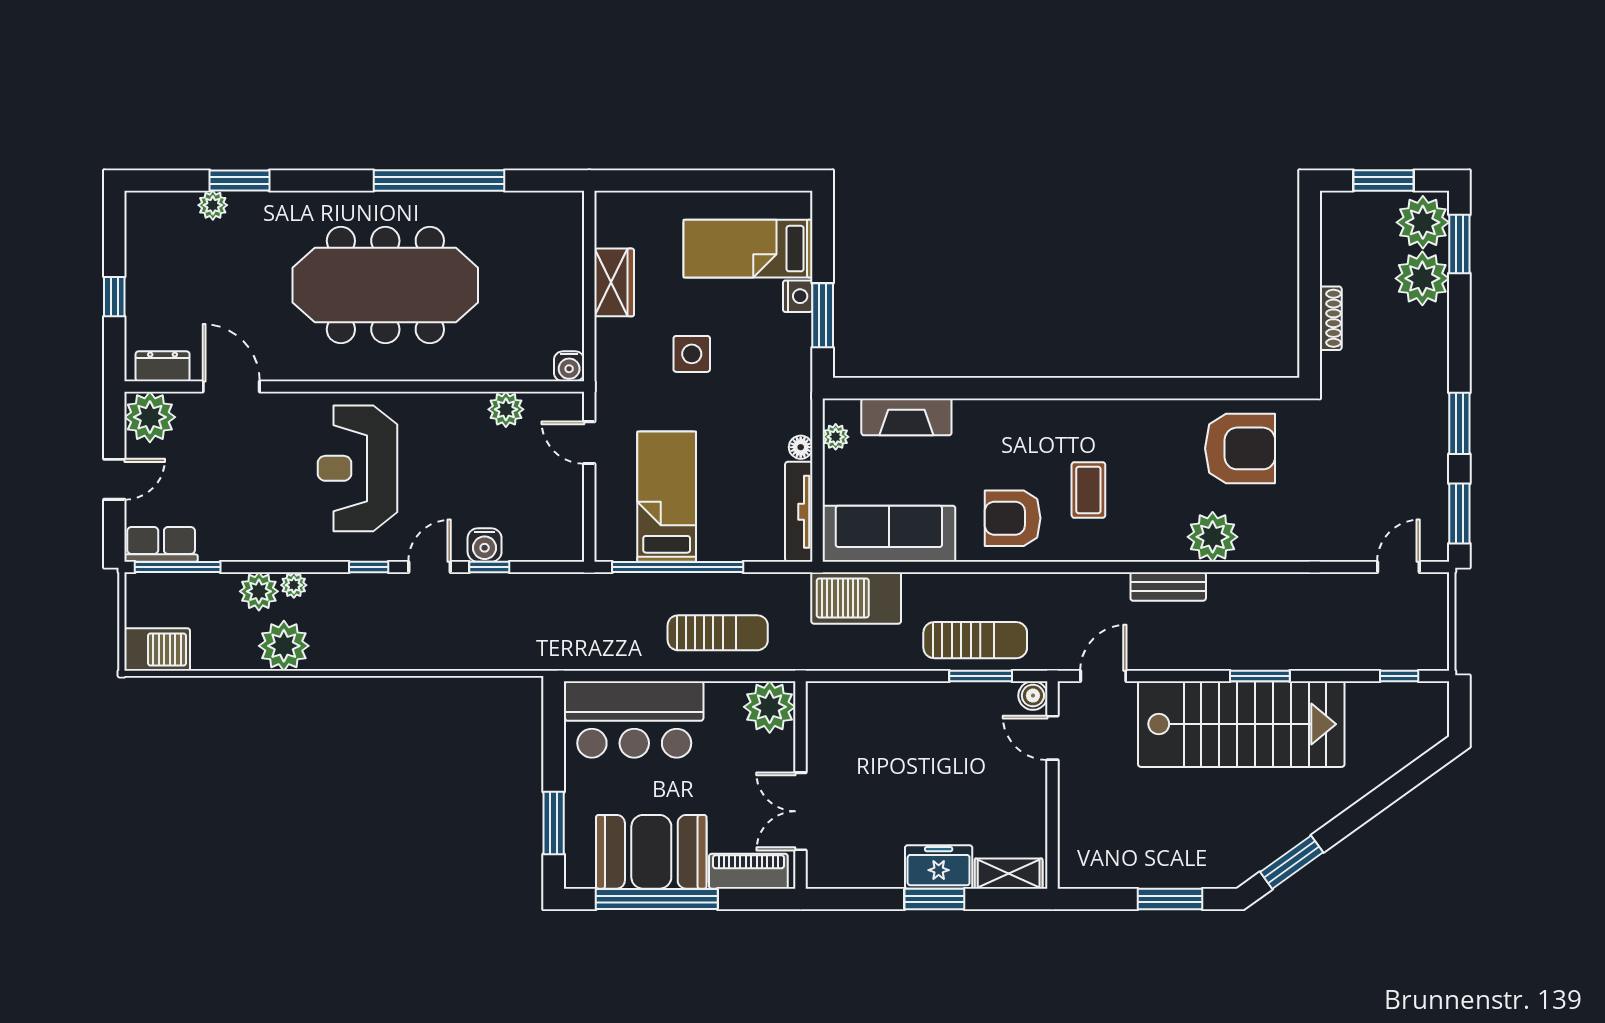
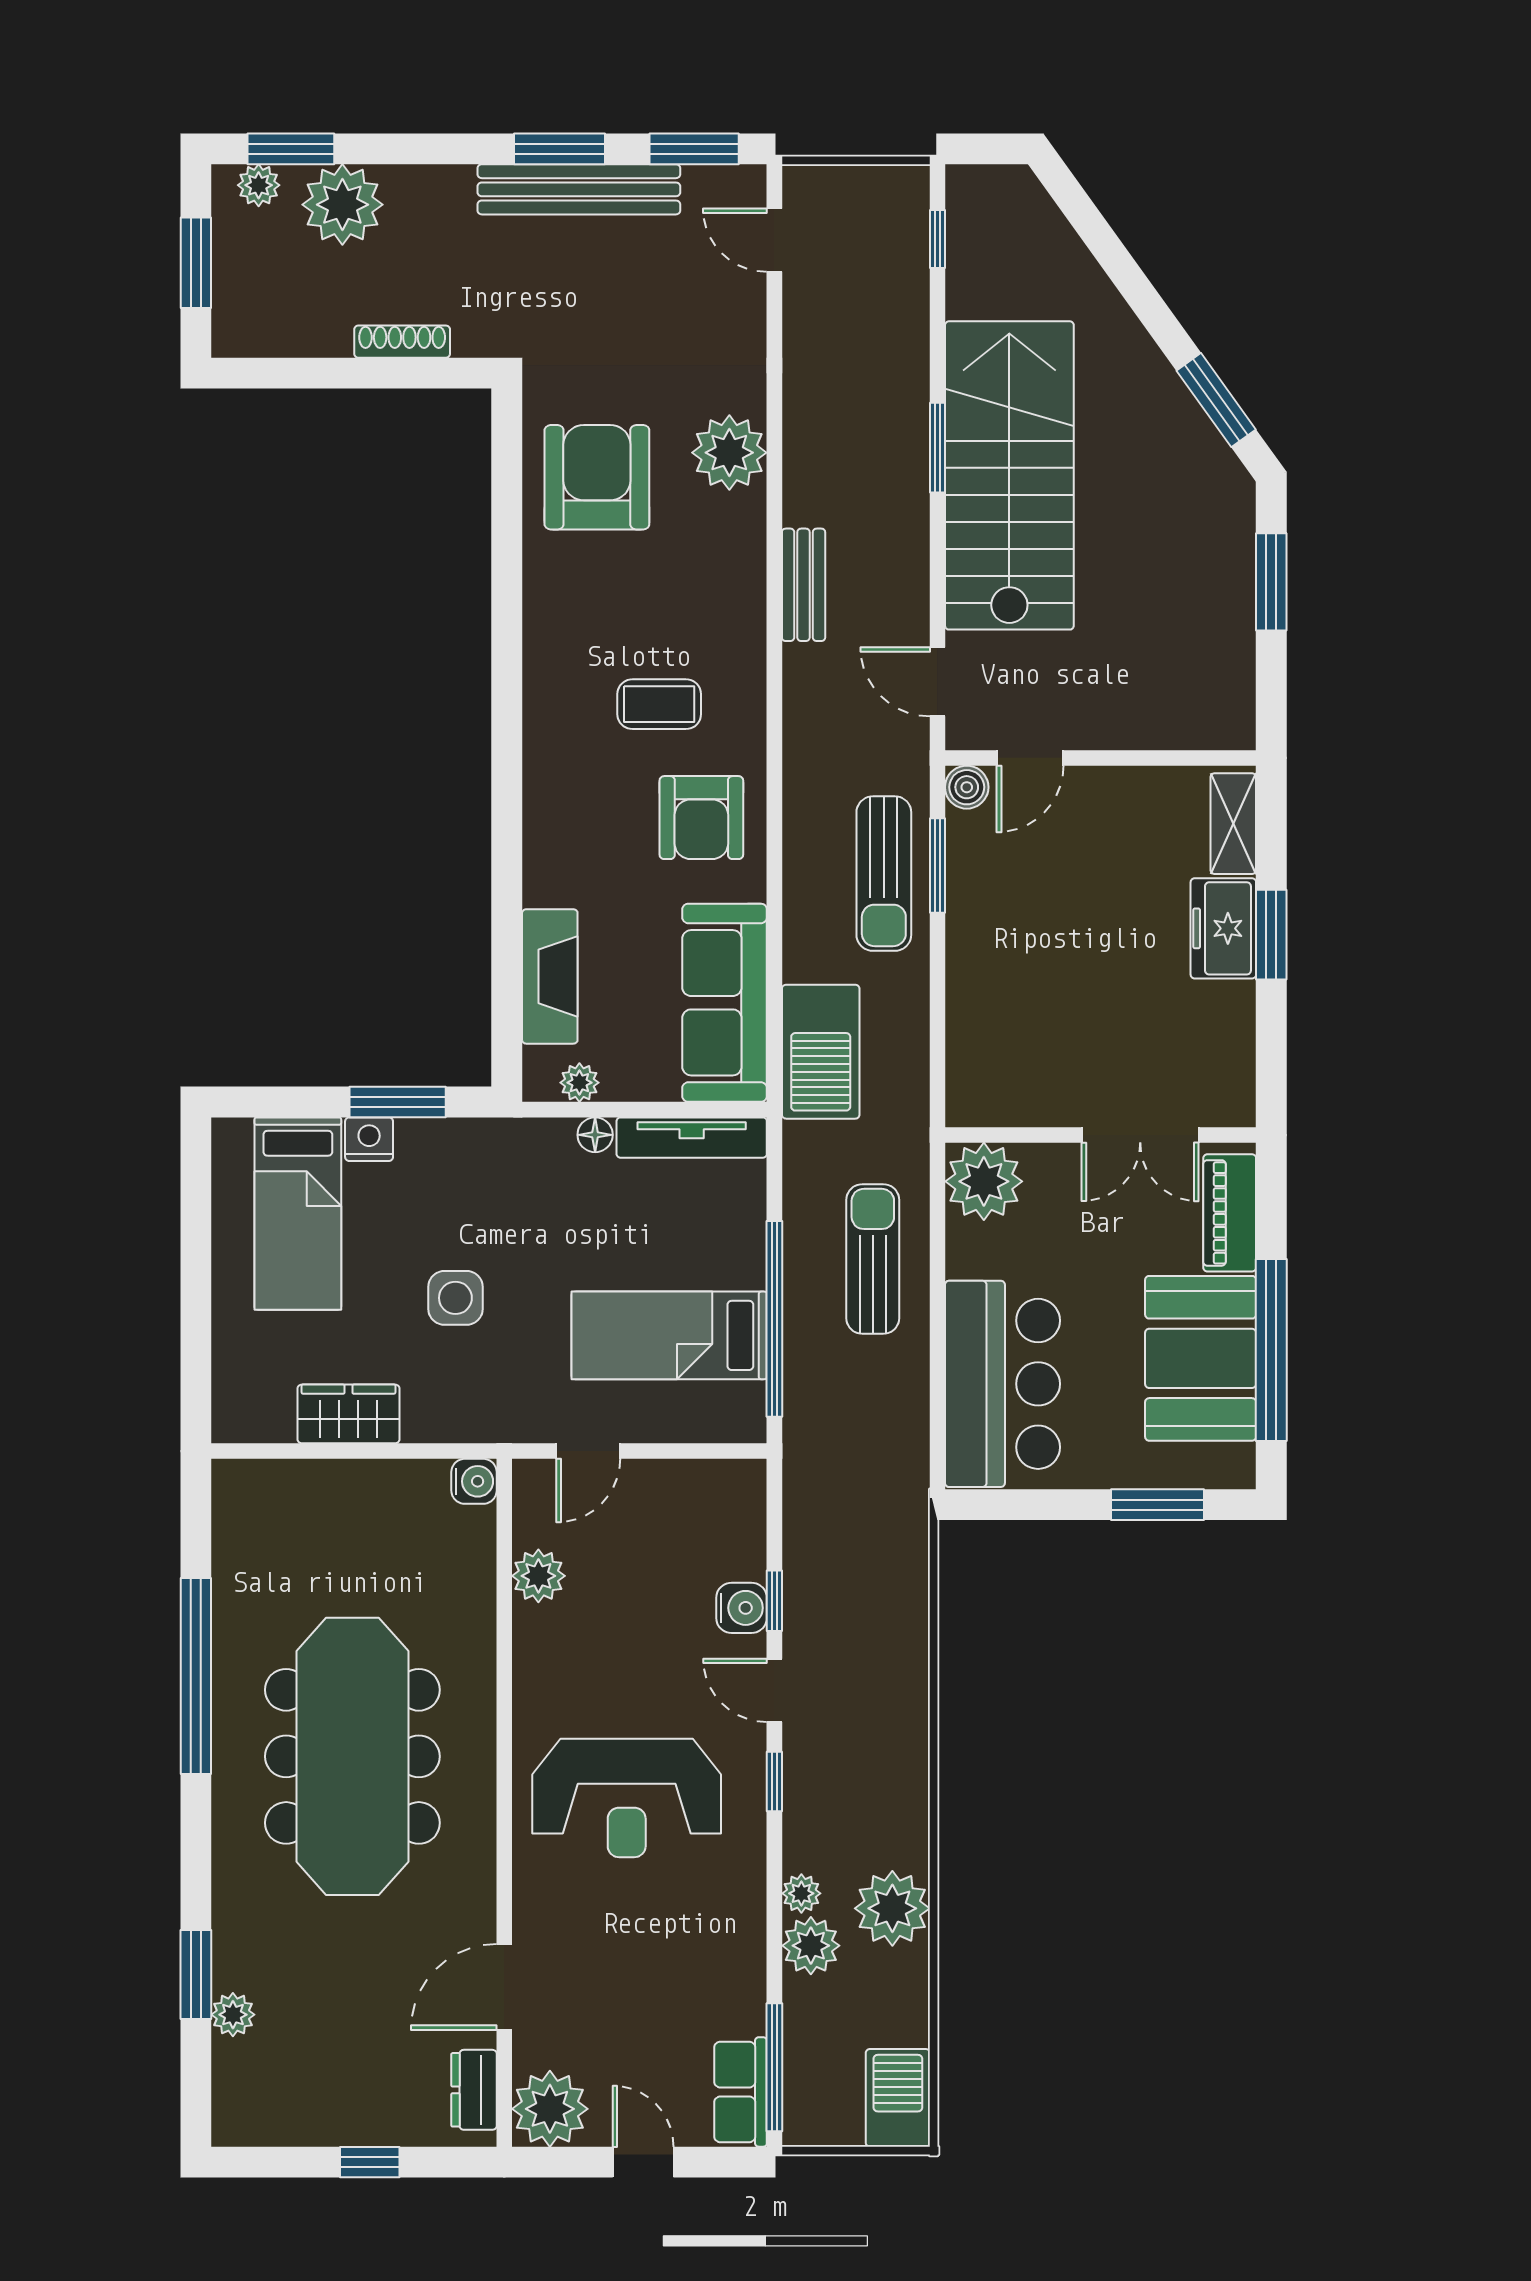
plant: (1423, 222) -> (259, 185), width x0.53, depth x0.53
bench: (1432, 436) -> (579, 189), added
plant: (1213, 537) -> (729, 453), moved
sun lounger: (975, 640) -> (884, 874), turned 180

